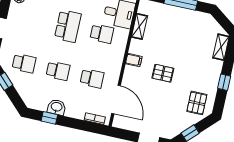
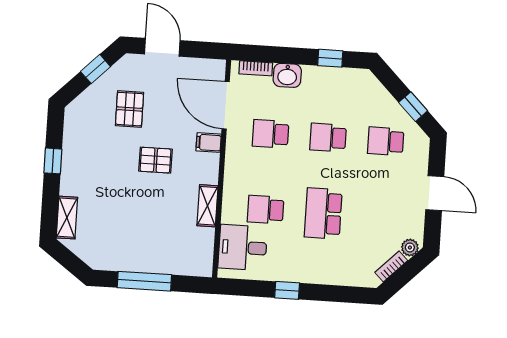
shelving: (139, 26) -> (207, 206), moved
filing cabinet: (134, 60) -> (209, 143), moved
pallet: (197, 103) -> (130, 109), moved
washbasin: (57, 107) -> (287, 75), moved

